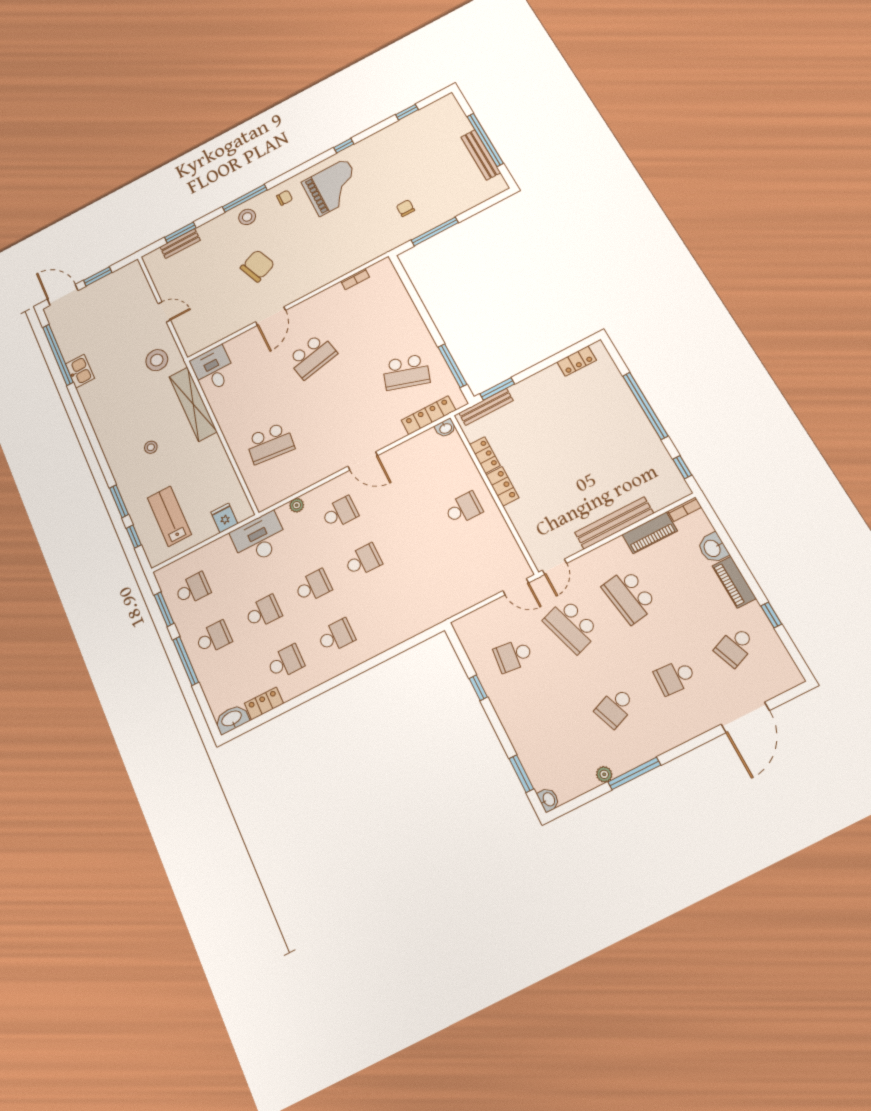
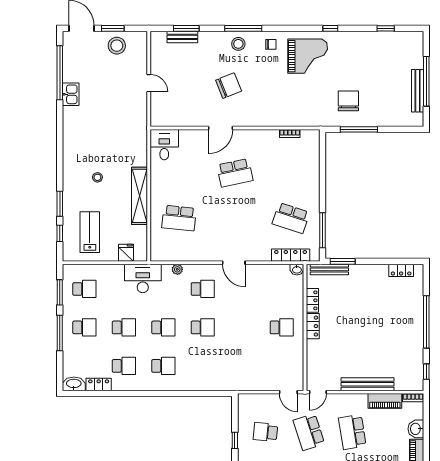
chair: (405, 208) -> (348, 101), width x1.87, depth x1.87
stool: (157, 360) -> (117, 46), moved
shelving: (193, 404) -> (139, 196), moved

